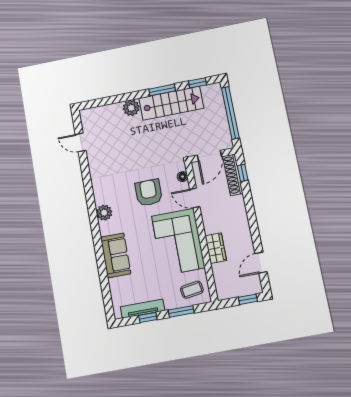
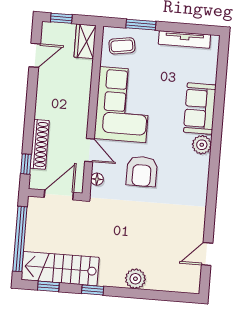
window: (162, 90) -> (93, 290), width x0.67
stairs: (171, 103) -> (60, 269), moved
door: (81, 142) -> (207, 254), swing flipped
shoe rack: (233, 175) -> (40, 144), moved
plant: (104, 213) -> (202, 145), moved
wardrobe: (216, 248) -> (85, 41), moved
window: (148, 317) -> (181, 28), removed

